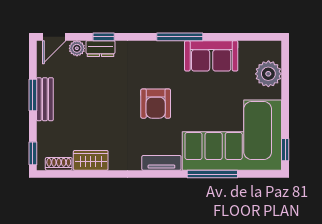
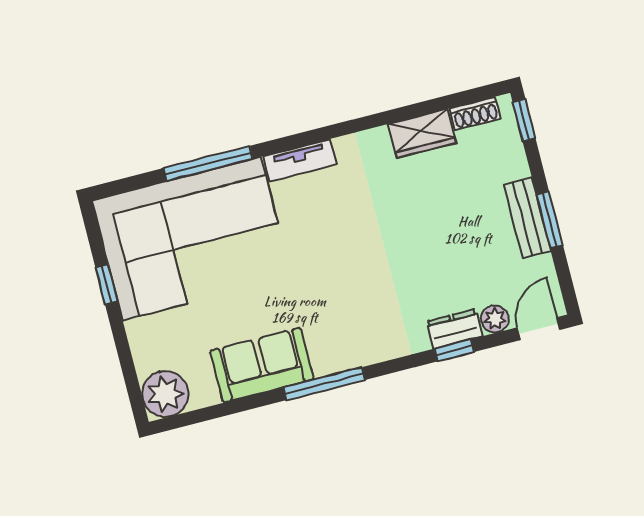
plant: (268, 74) -> (165, 394), moved
armchair: (156, 104) -> (336, 259), removed
window: (285, 150) -> (107, 284), moved

